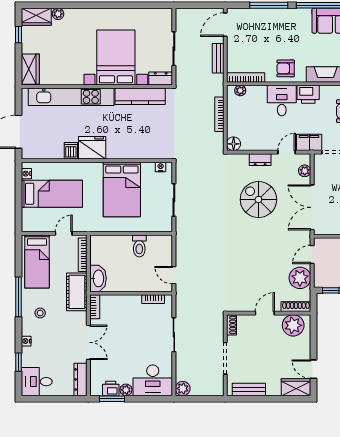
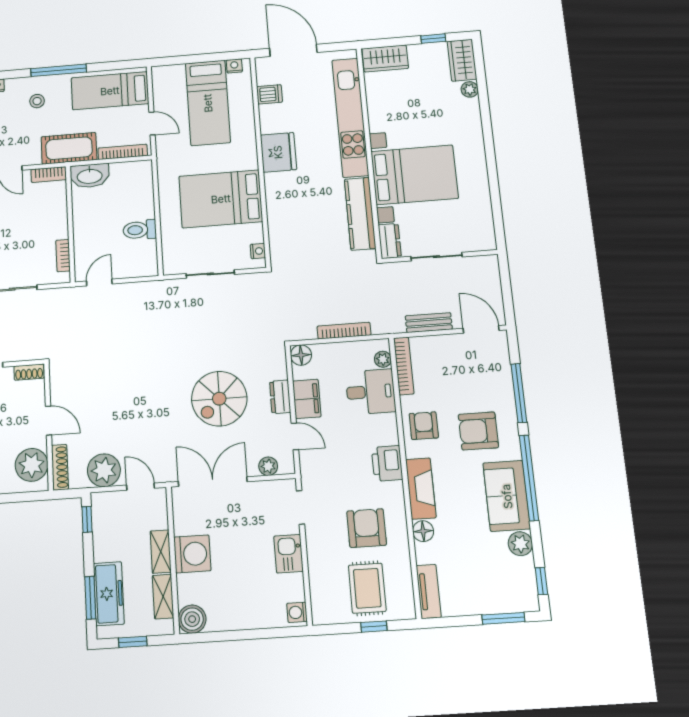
armchair: (292, 34) -> (478, 431), added
desk: (282, 101) -> (371, 392), moved
filing cabinet: (309, 142) -> (307, 399), moved
dishwasher: (71, 151) -> (269, 94), moved
spiral stairs: (258, 200) -> (219, 399), turned 180

